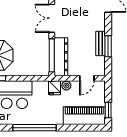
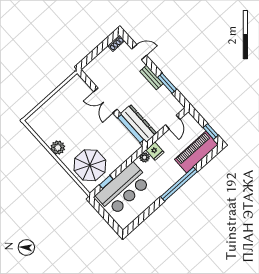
bench: (101, 43) -> (151, 77), moved
plant: (66, 86) -> (145, 157), moved
window: (35, 128) -> (179, 184), moved

